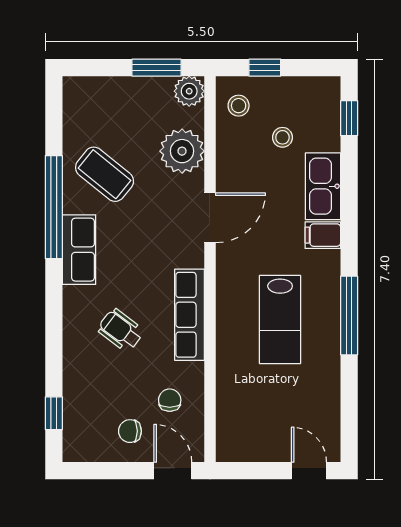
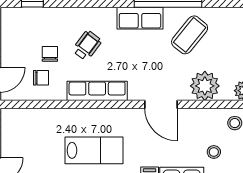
lab bench: (280, 320) -> (94, 150), turned 180
chair: (130, 431) -> (50, 54), moved

